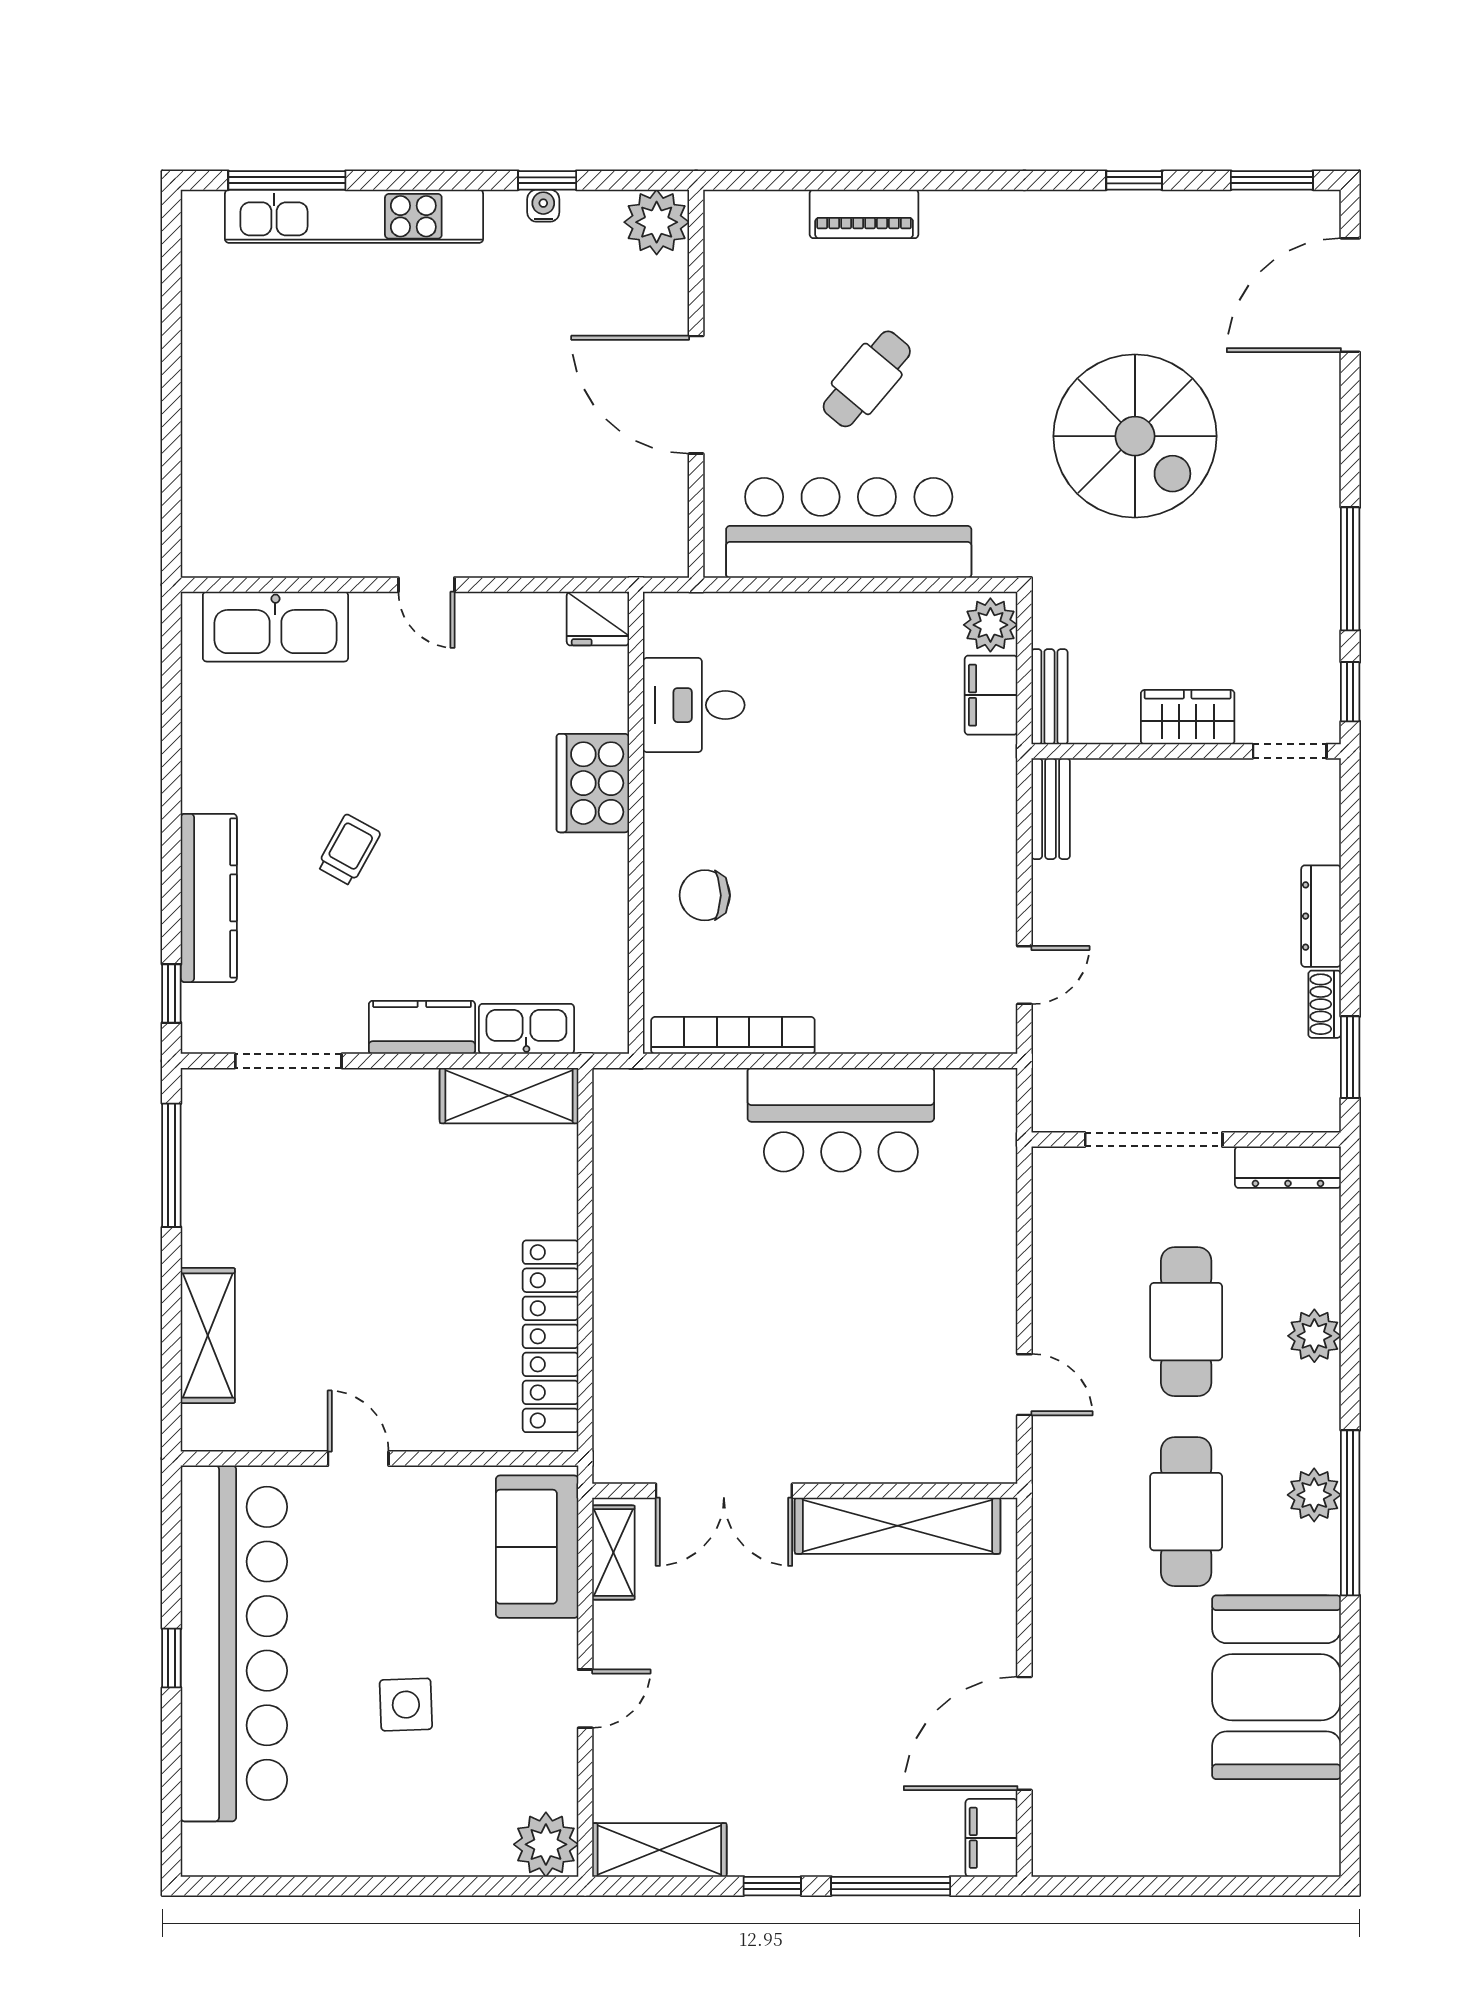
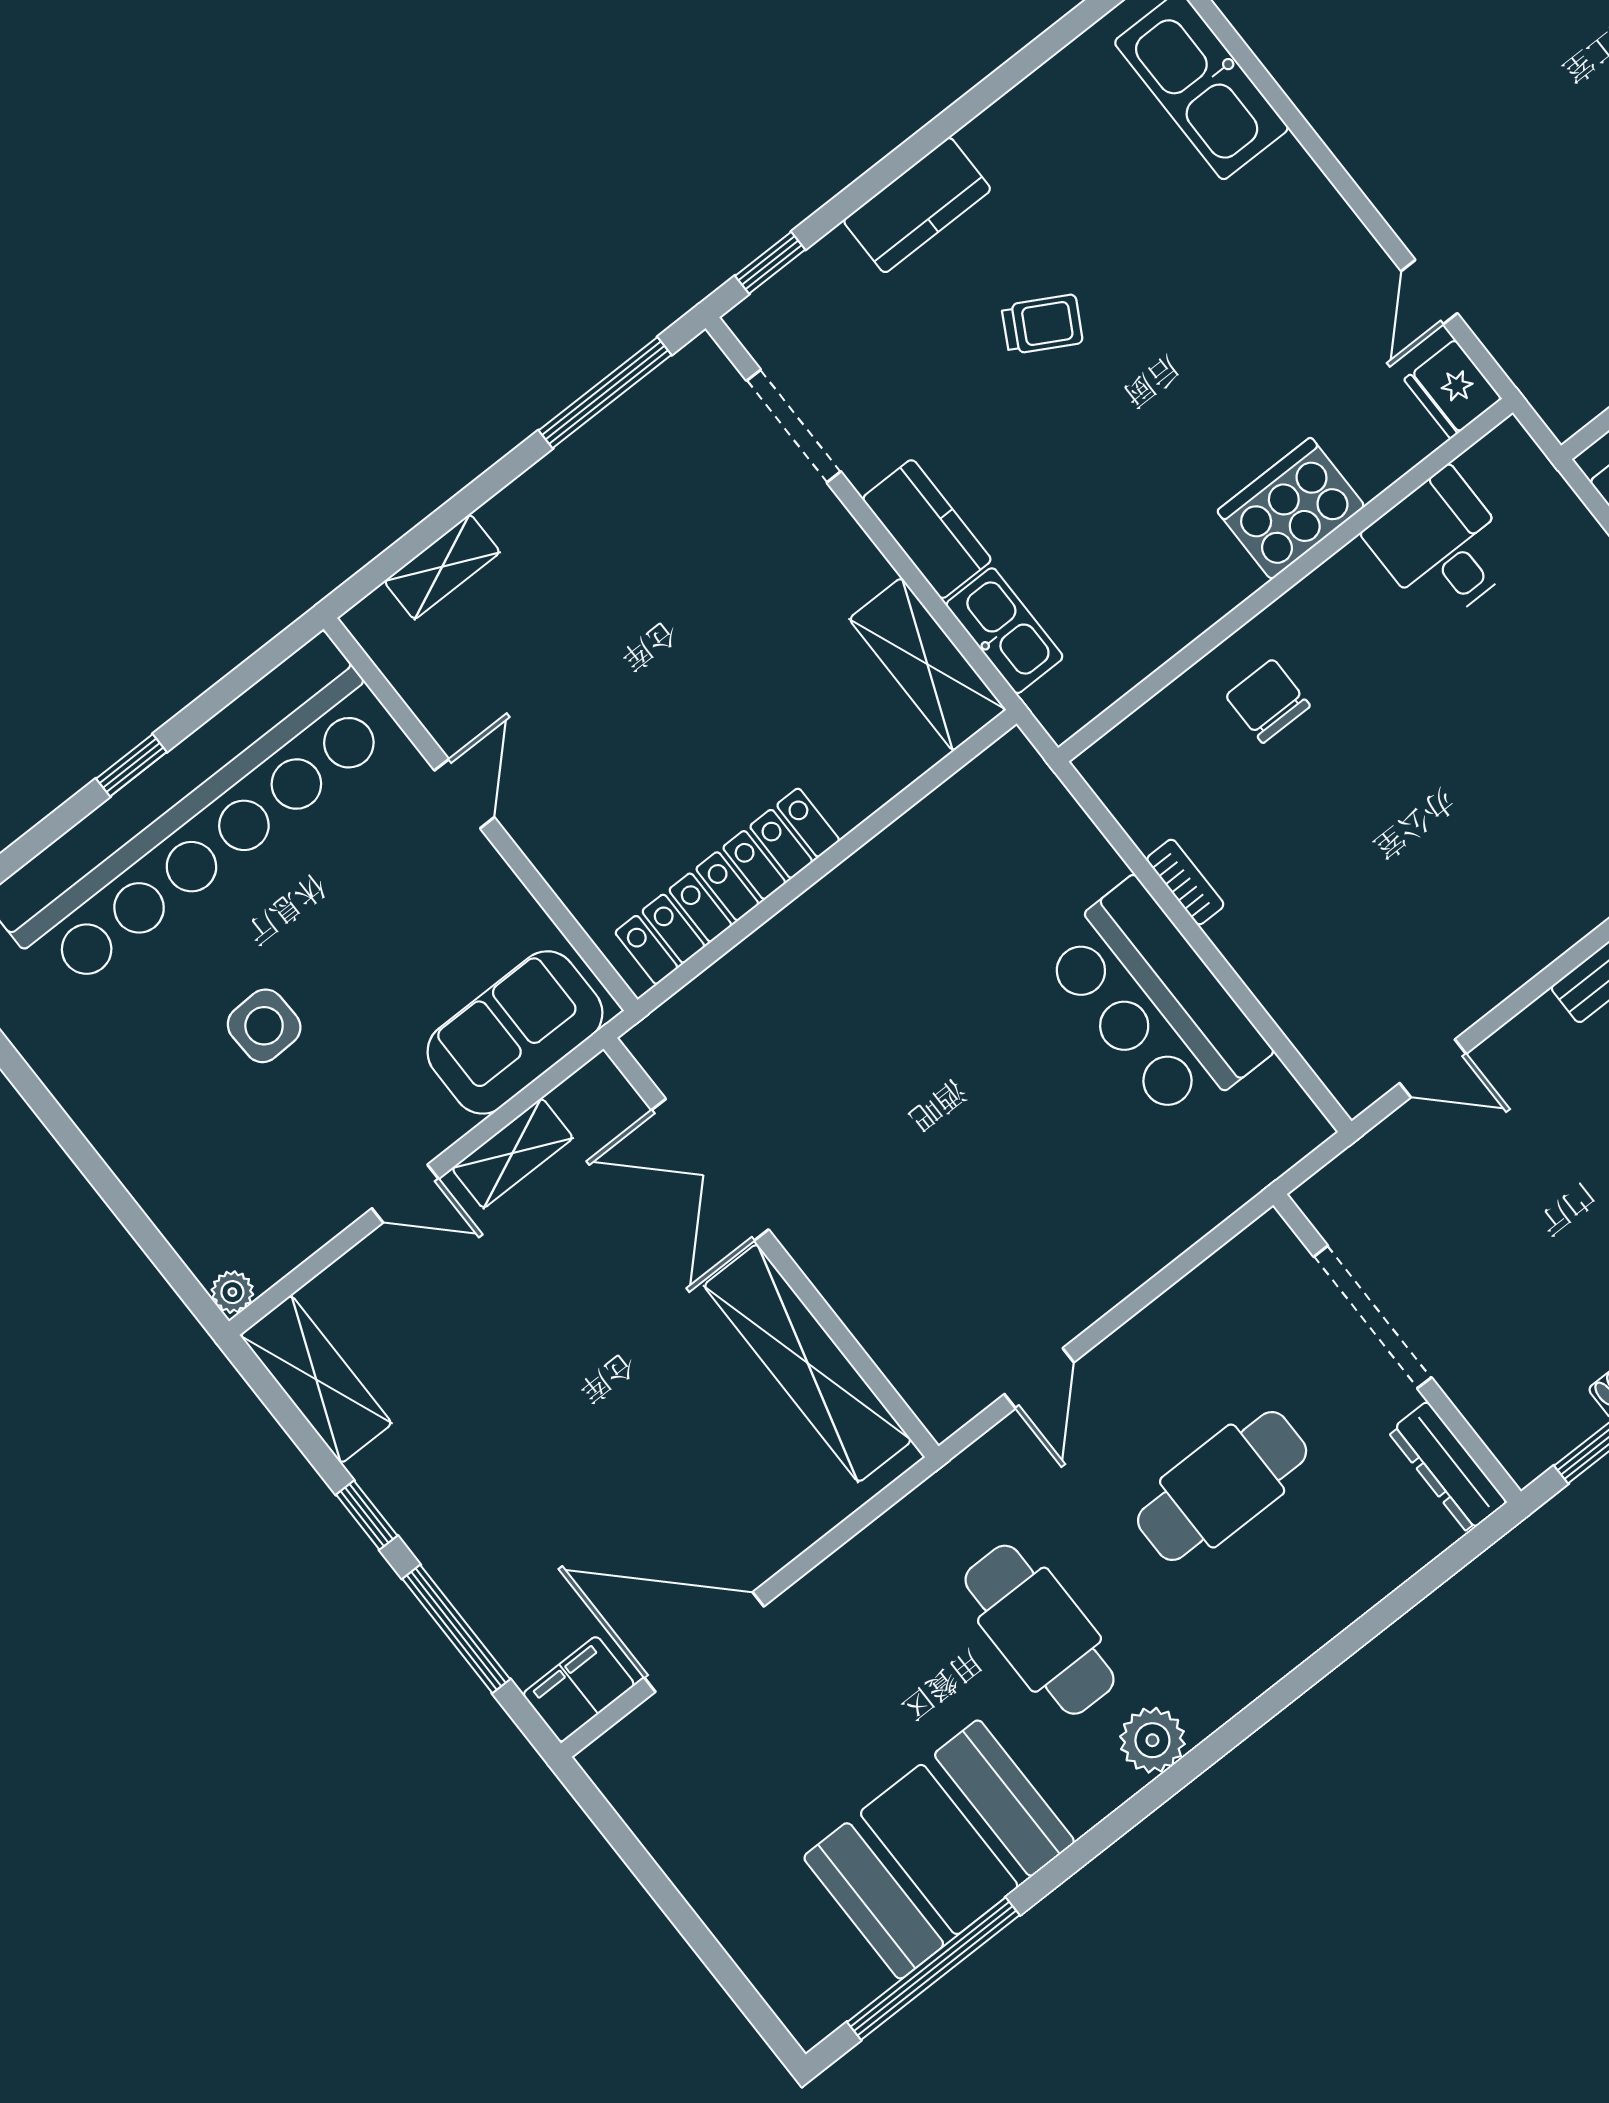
door: (426, 585) -> (1429, 292), moved
kitchen counter: (209, 898) -> (917, 205), width x0.67
bookcase: (733, 1035) -> (1185, 882), width x0.43, depth x0.76
shelving: (208, 1335) -> (442, 567), width x0.67, depth x0.75
plant: (1314, 1336) -> (1306, 1620), removed
cafe table: (1186, 1512) -> (1040, 1630), turned 90
window: (1350, 1513) -> (933, 1969), moved
shelving: (613, 1553) -> (512, 1153), moved
plant: (546, 1844) -> (232, 1292), width x0.53, depth x0.53

